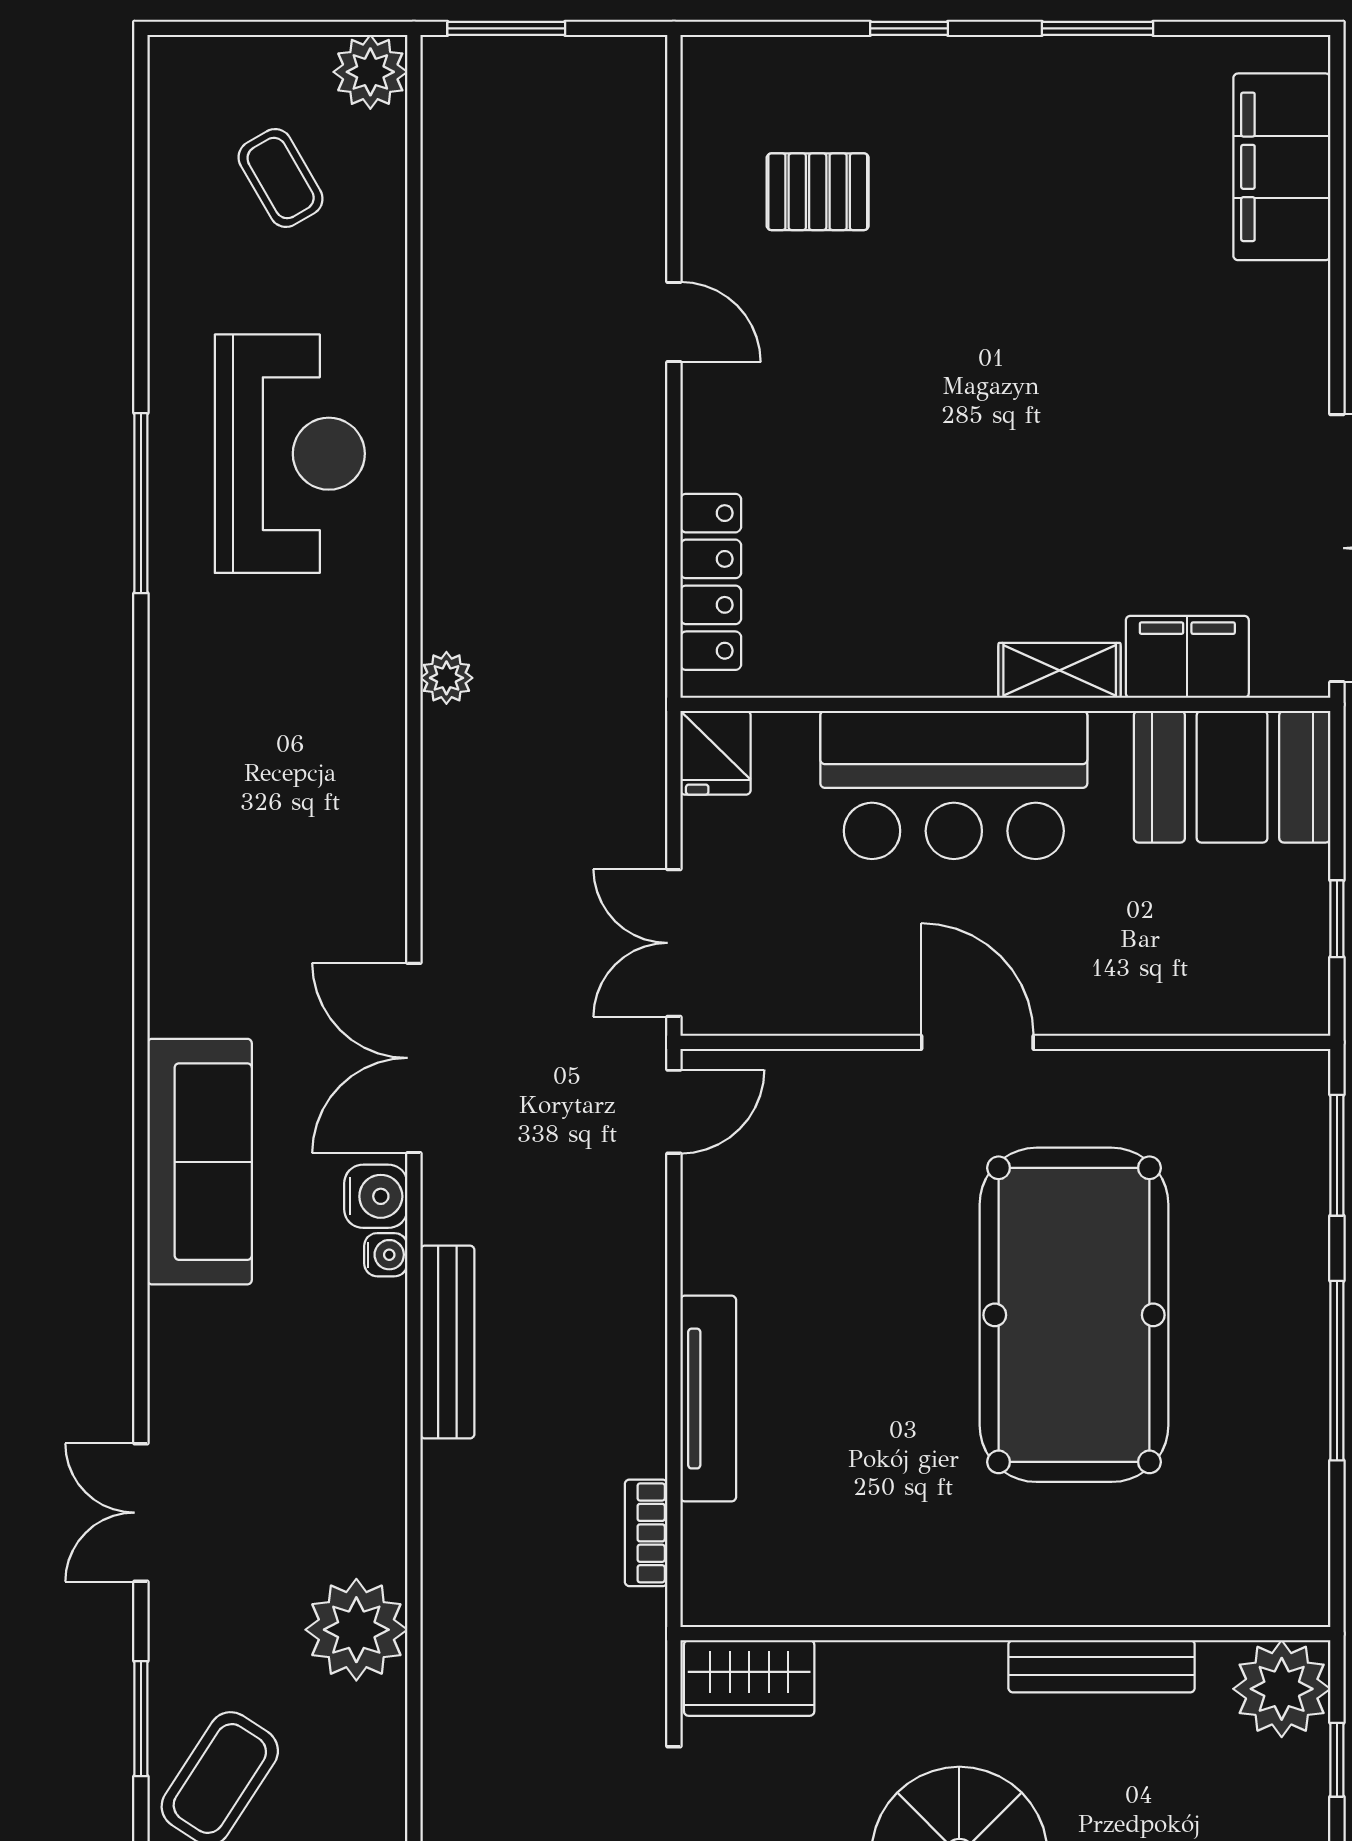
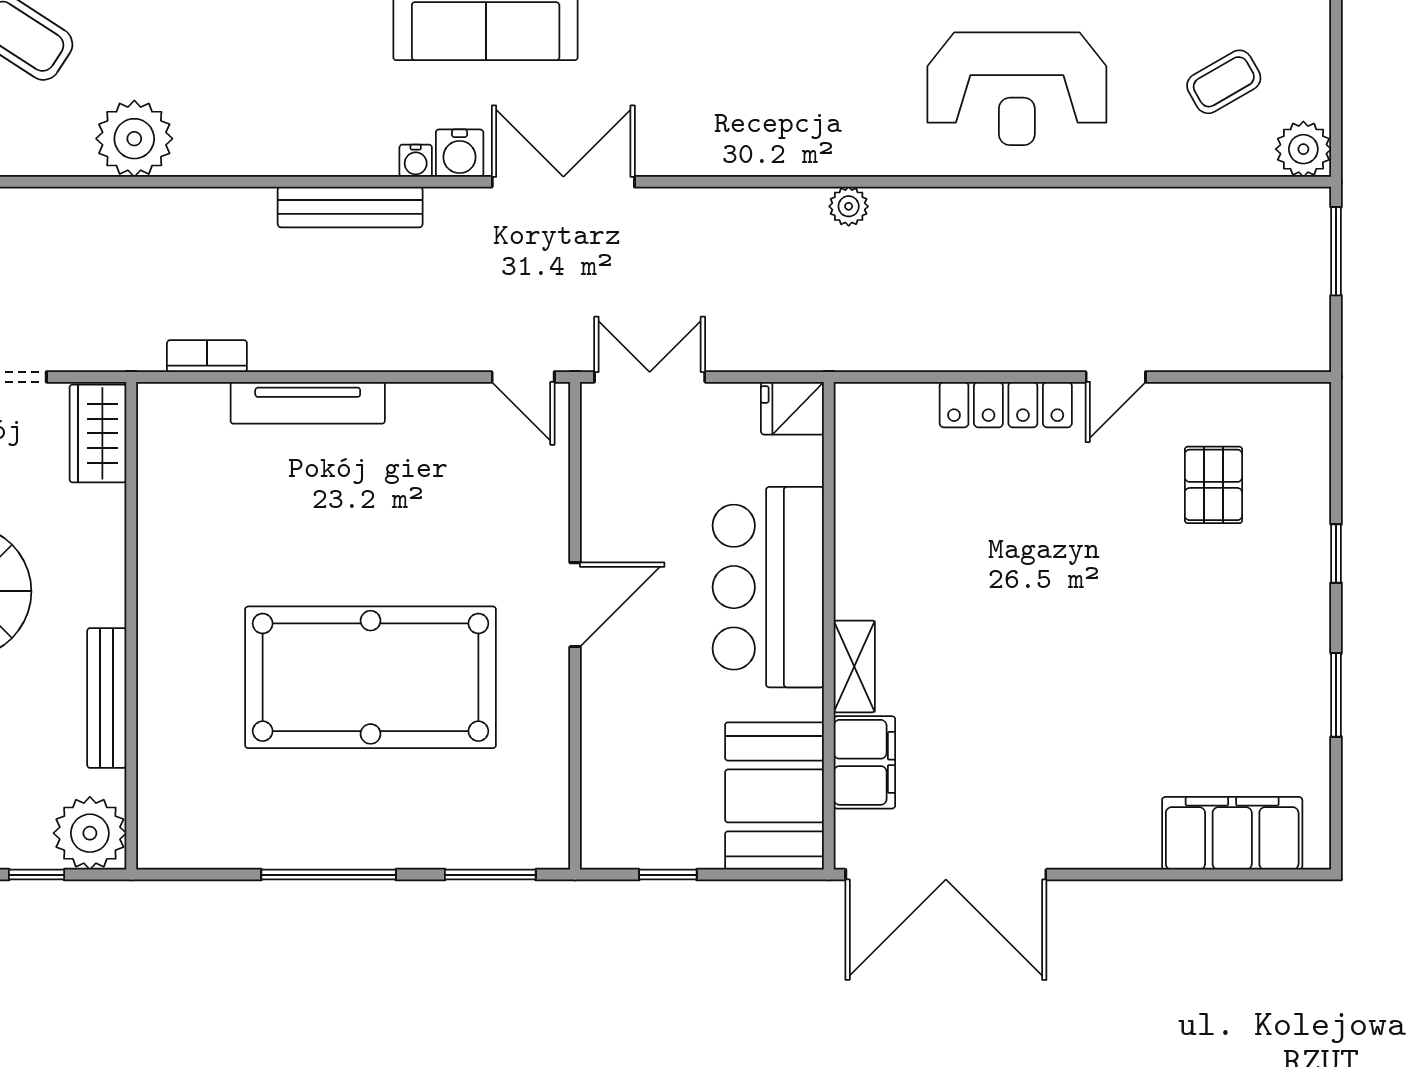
locker: (711, 582) -> (1006, 405), moved

